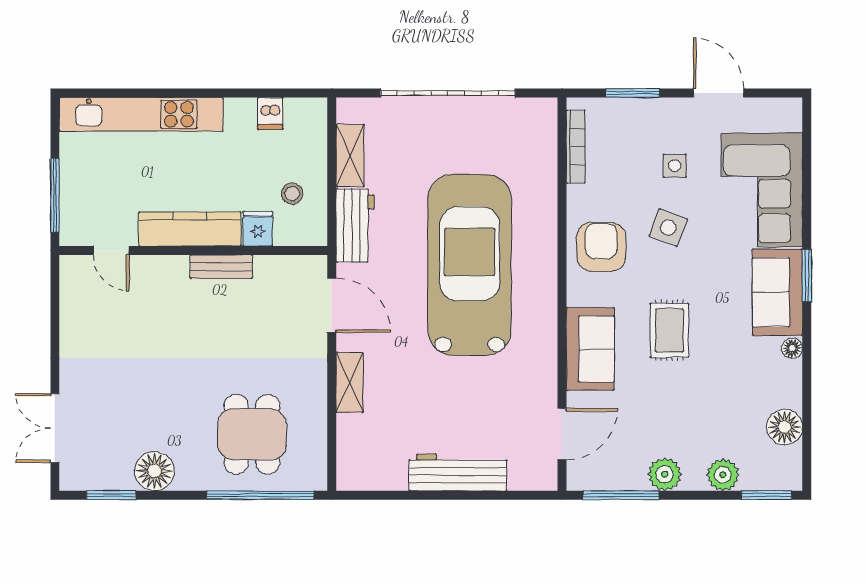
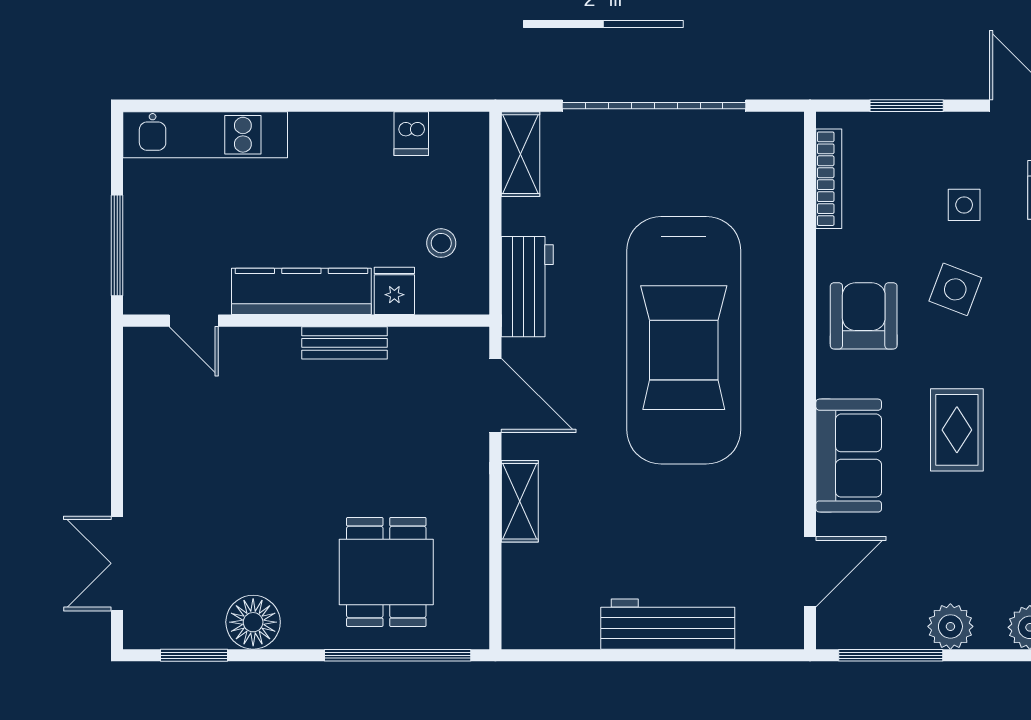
kitchen unit: (141, 114) -> (205, 135), width x0.73
shelving: (350, 155) -> (520, 154), moved
car: (470, 265) -> (684, 340), turned 180

